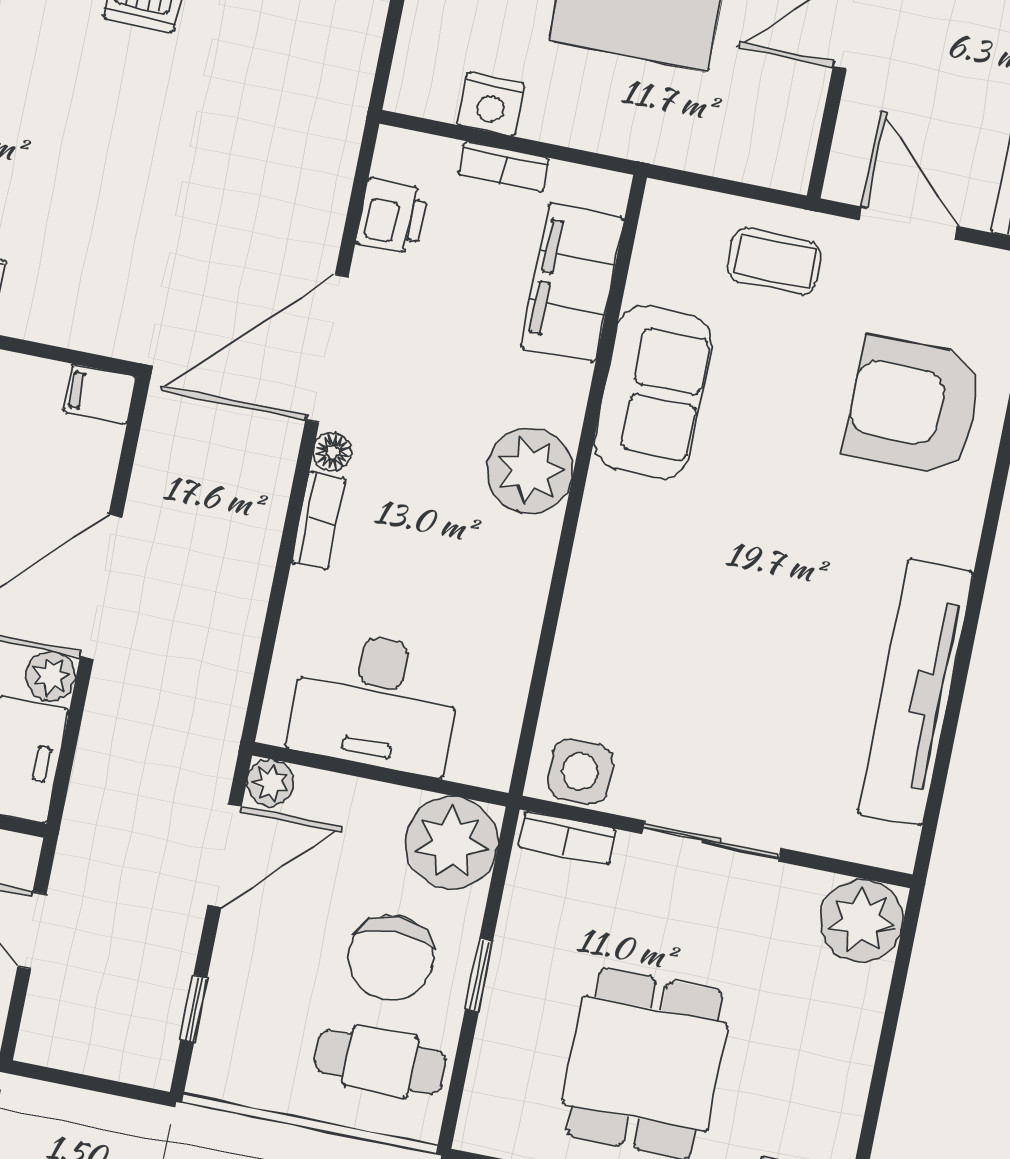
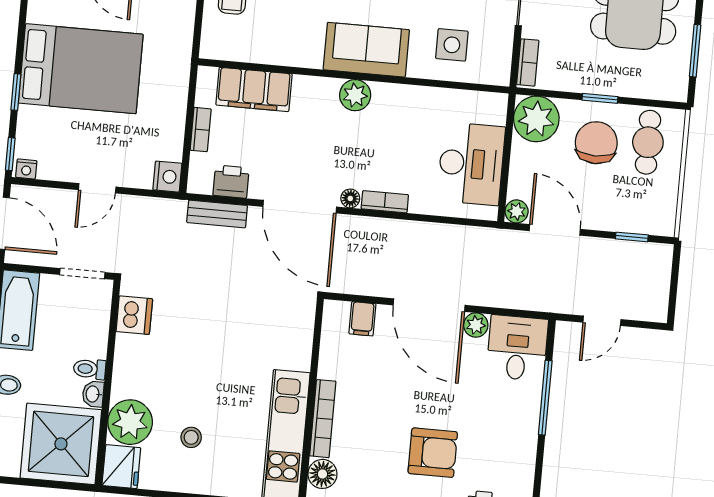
nightstand: (491, 104) -> (167, 177), moved
bench: (330, 181) -> (217, 214), added
sofa: (653, 392) -> (366, 50), moved
filing cabinet: (99, 394) -> (362, 319), moved
plant: (530, 471) -> (355, 95), width x0.73, depth x0.73
side table: (580, 771) -> (452, 45), moved
chair: (391, 958) -> (596, 143), turned -90

